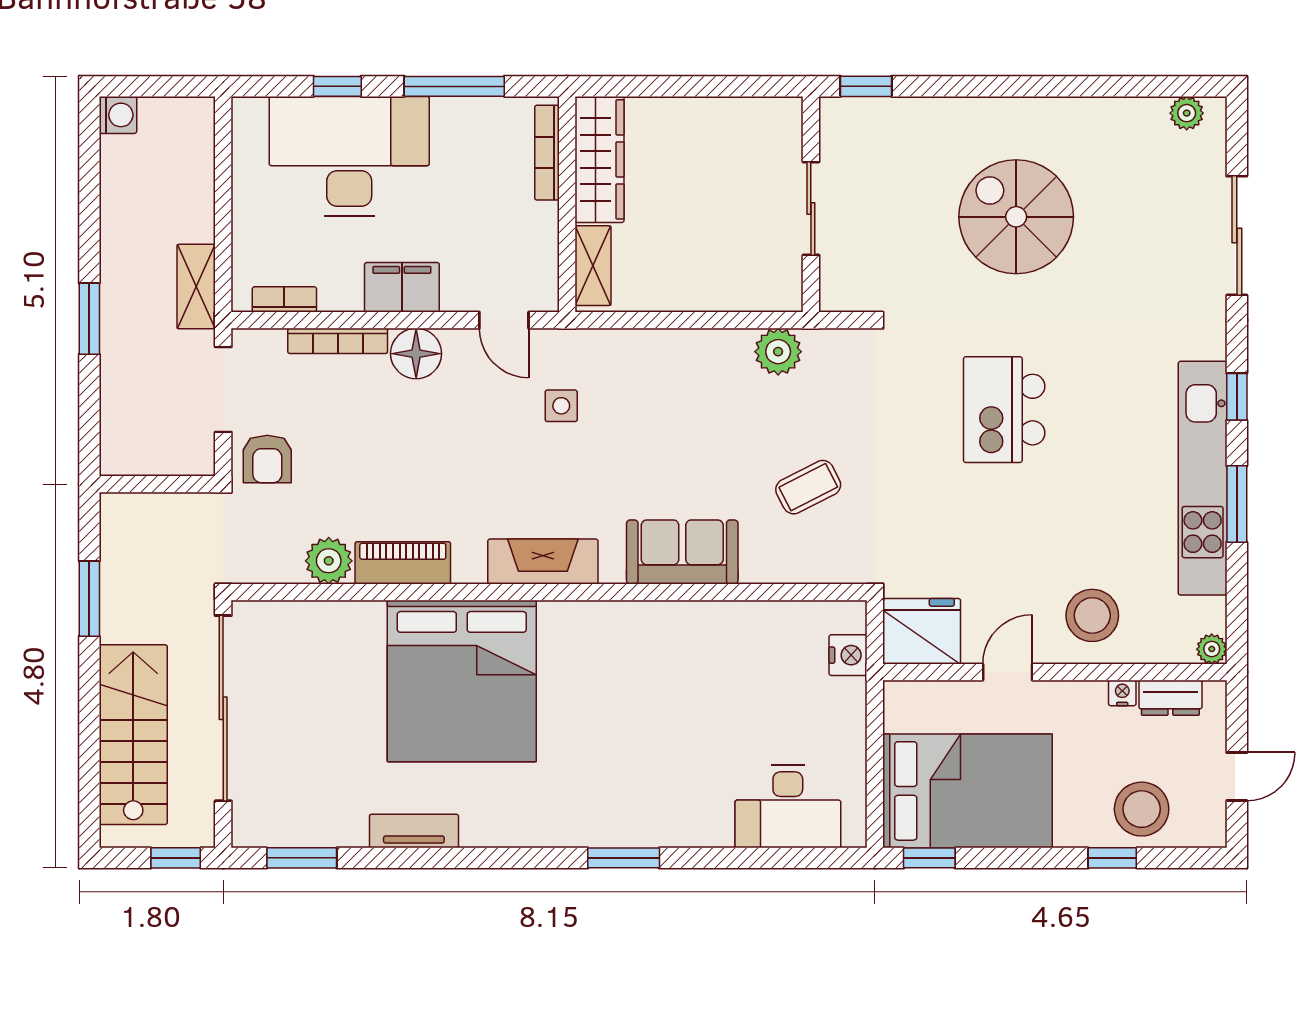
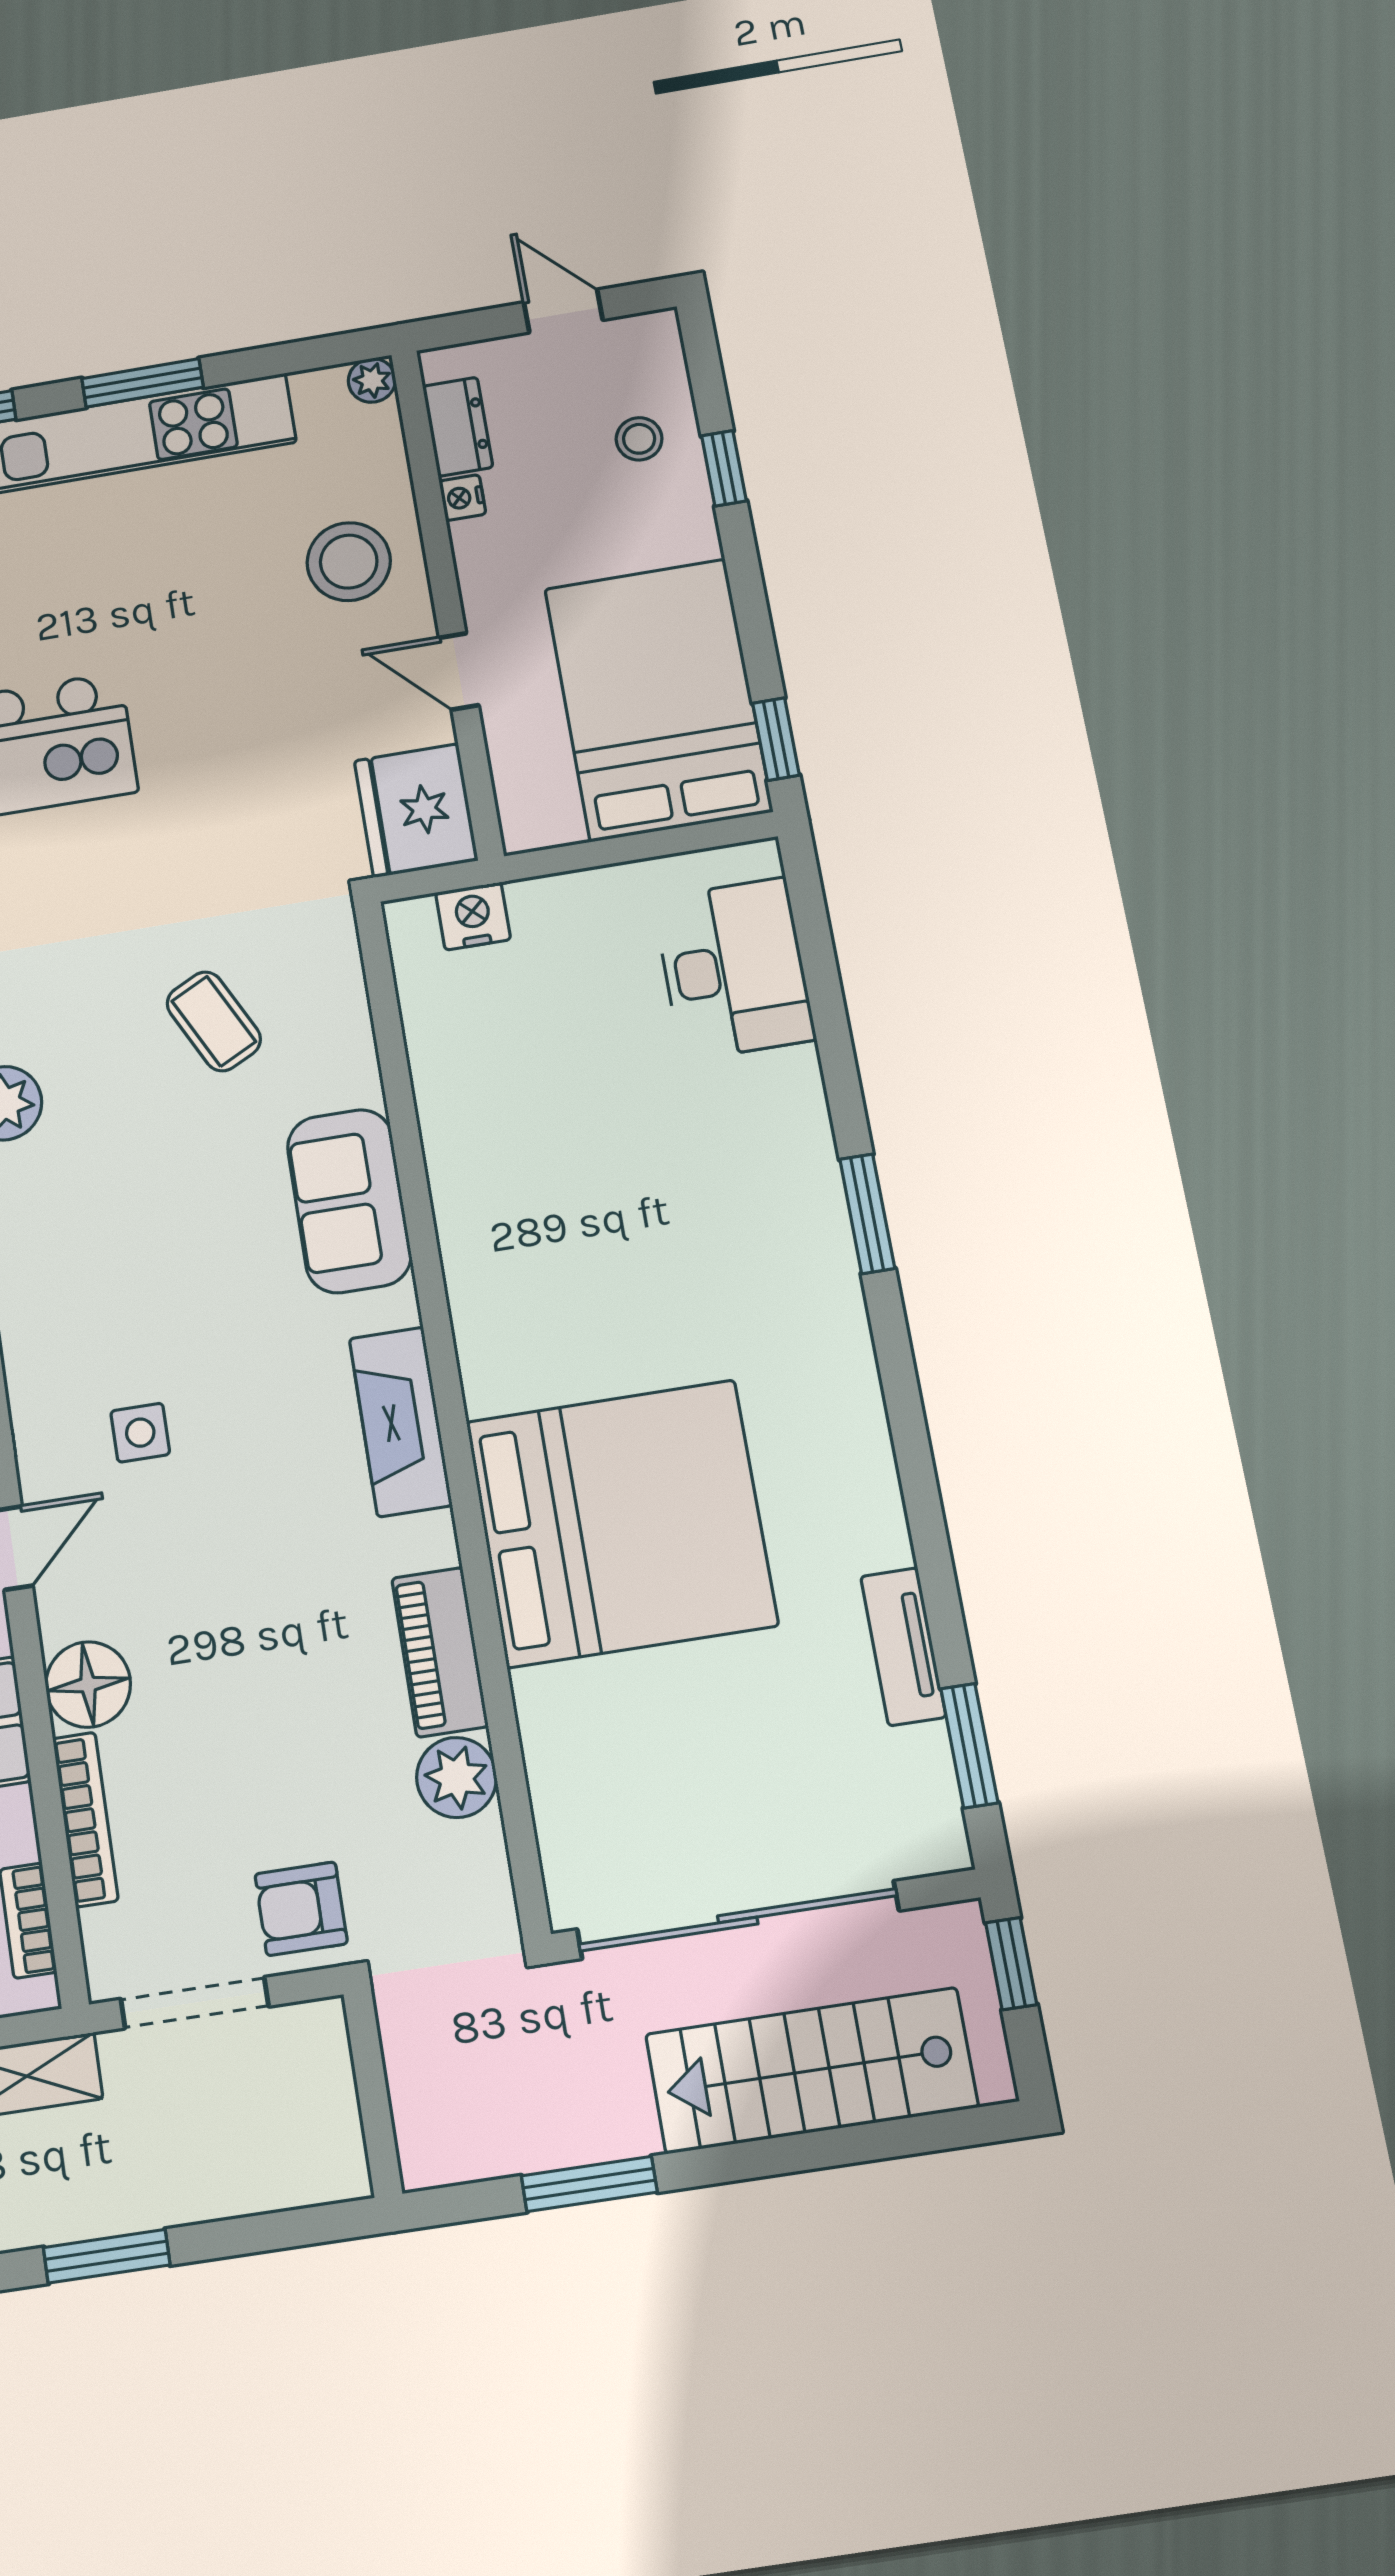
armchair: (267, 459) -> (301, 1909), turned 180
stool: (1142, 809) -> (639, 439), width x0.53, depth x0.53
tv unit: (414, 831) -> (903, 1647), moved

